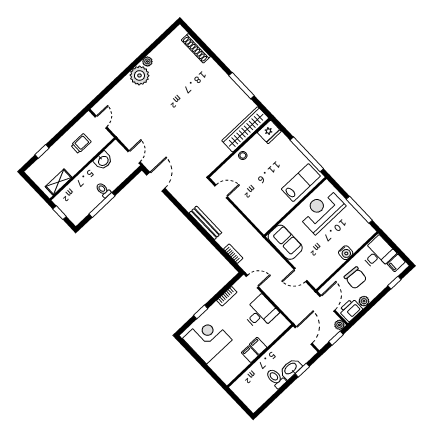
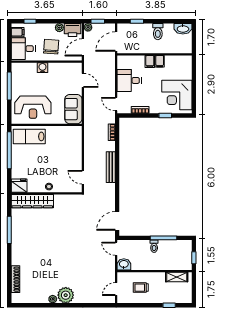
door: (134, 157) -> (116, 249), hinge flipped
washbasin: (103, 161) -> (124, 264), moved
washbasin: (291, 369) -> (183, 29), moved

